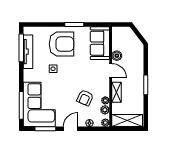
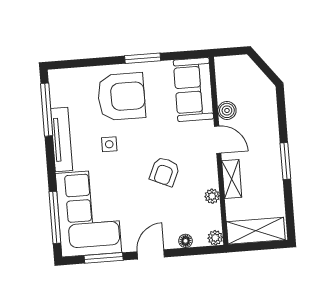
tv unit: (28, 52) -> (62, 140), moved
armchair: (85, 98) -> (165, 172), moved
plant: (105, 110) -> (212, 214), removed

